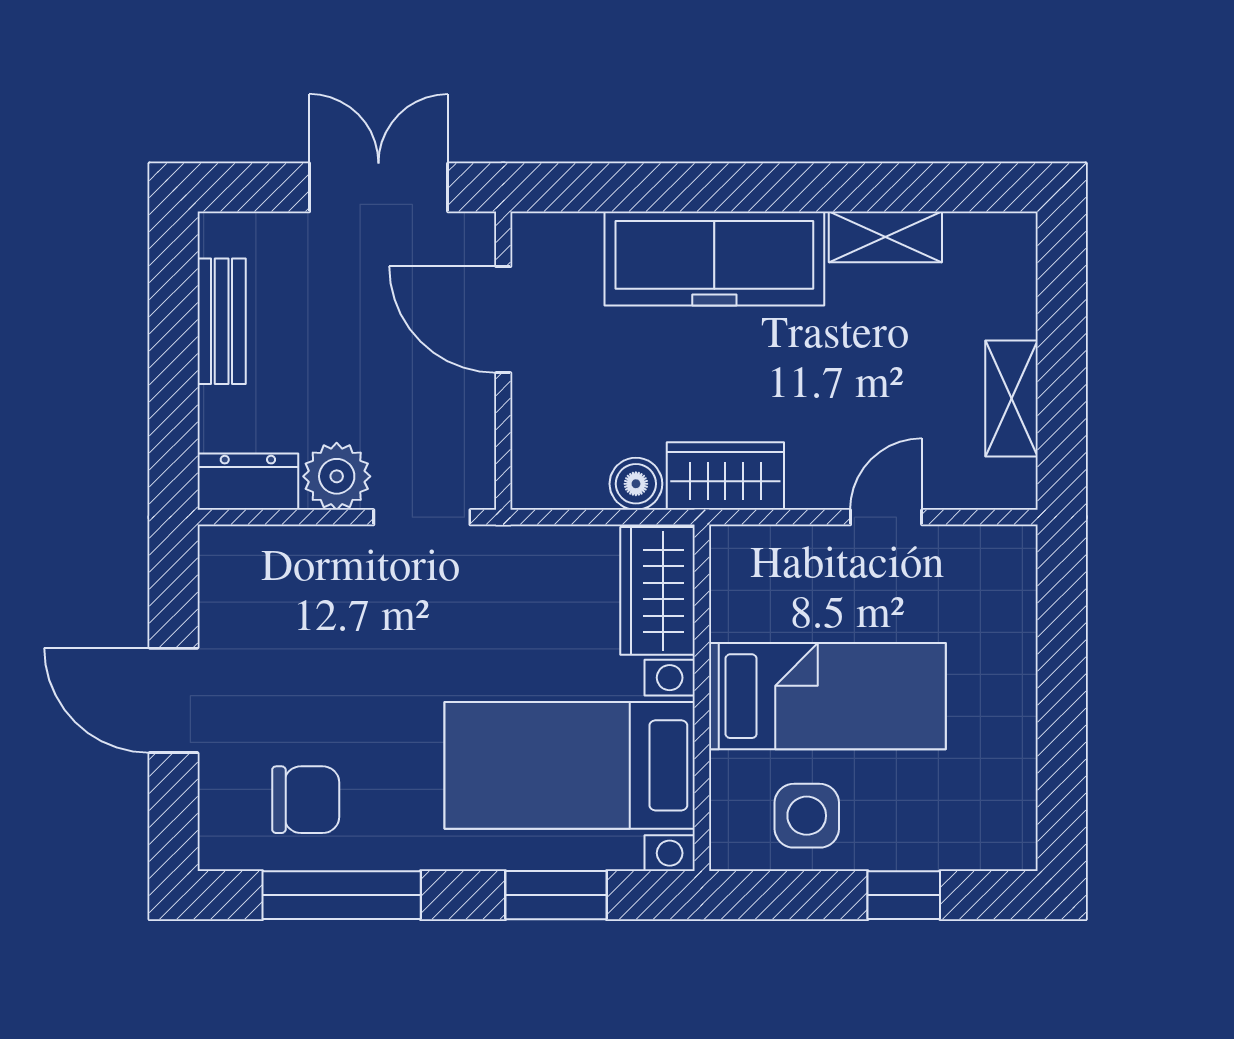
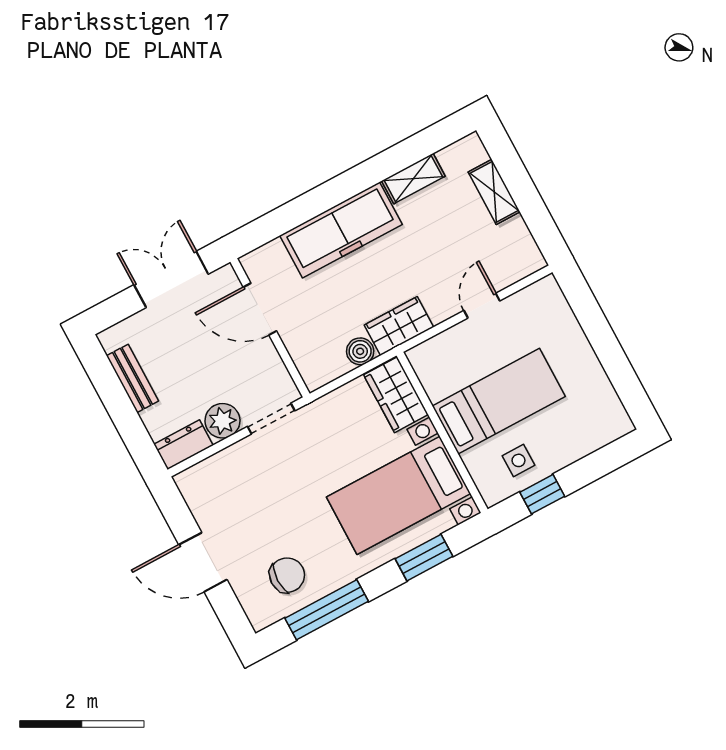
shelving: (1011, 398) -> (494, 192), moved
side table: (807, 816) -> (518, 460), width x0.73, depth x0.73
window: (904, 895) -> (542, 494), moved

